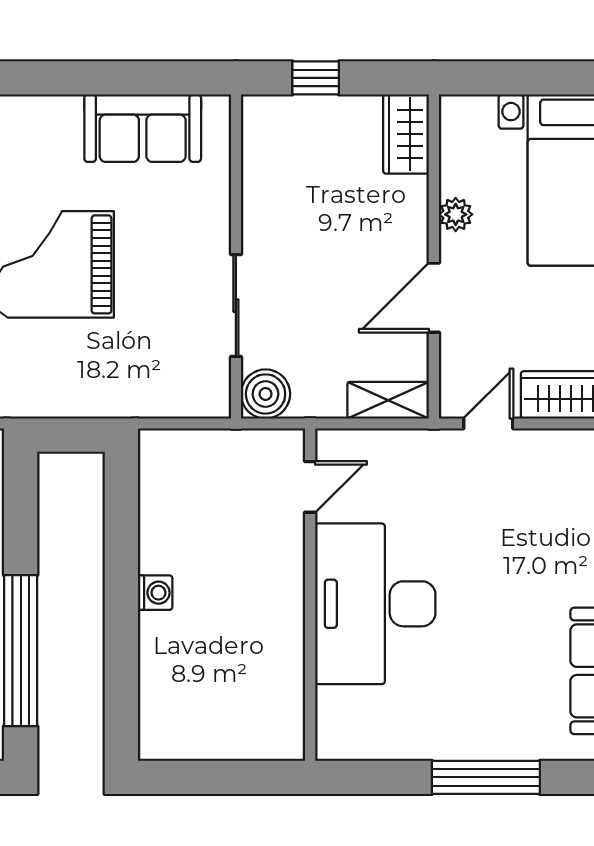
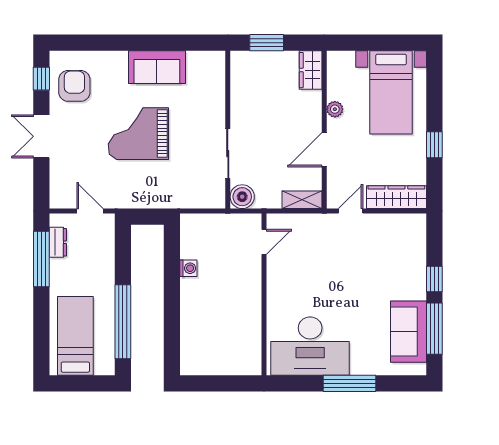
window: (316, 78) -> (267, 43), width x1.50
sofa: (143, 128) -> (157, 67), moved
washing machine: (155, 593) -> (188, 268), moved
desk: (375, 604) -> (310, 346), moved, turned -90

